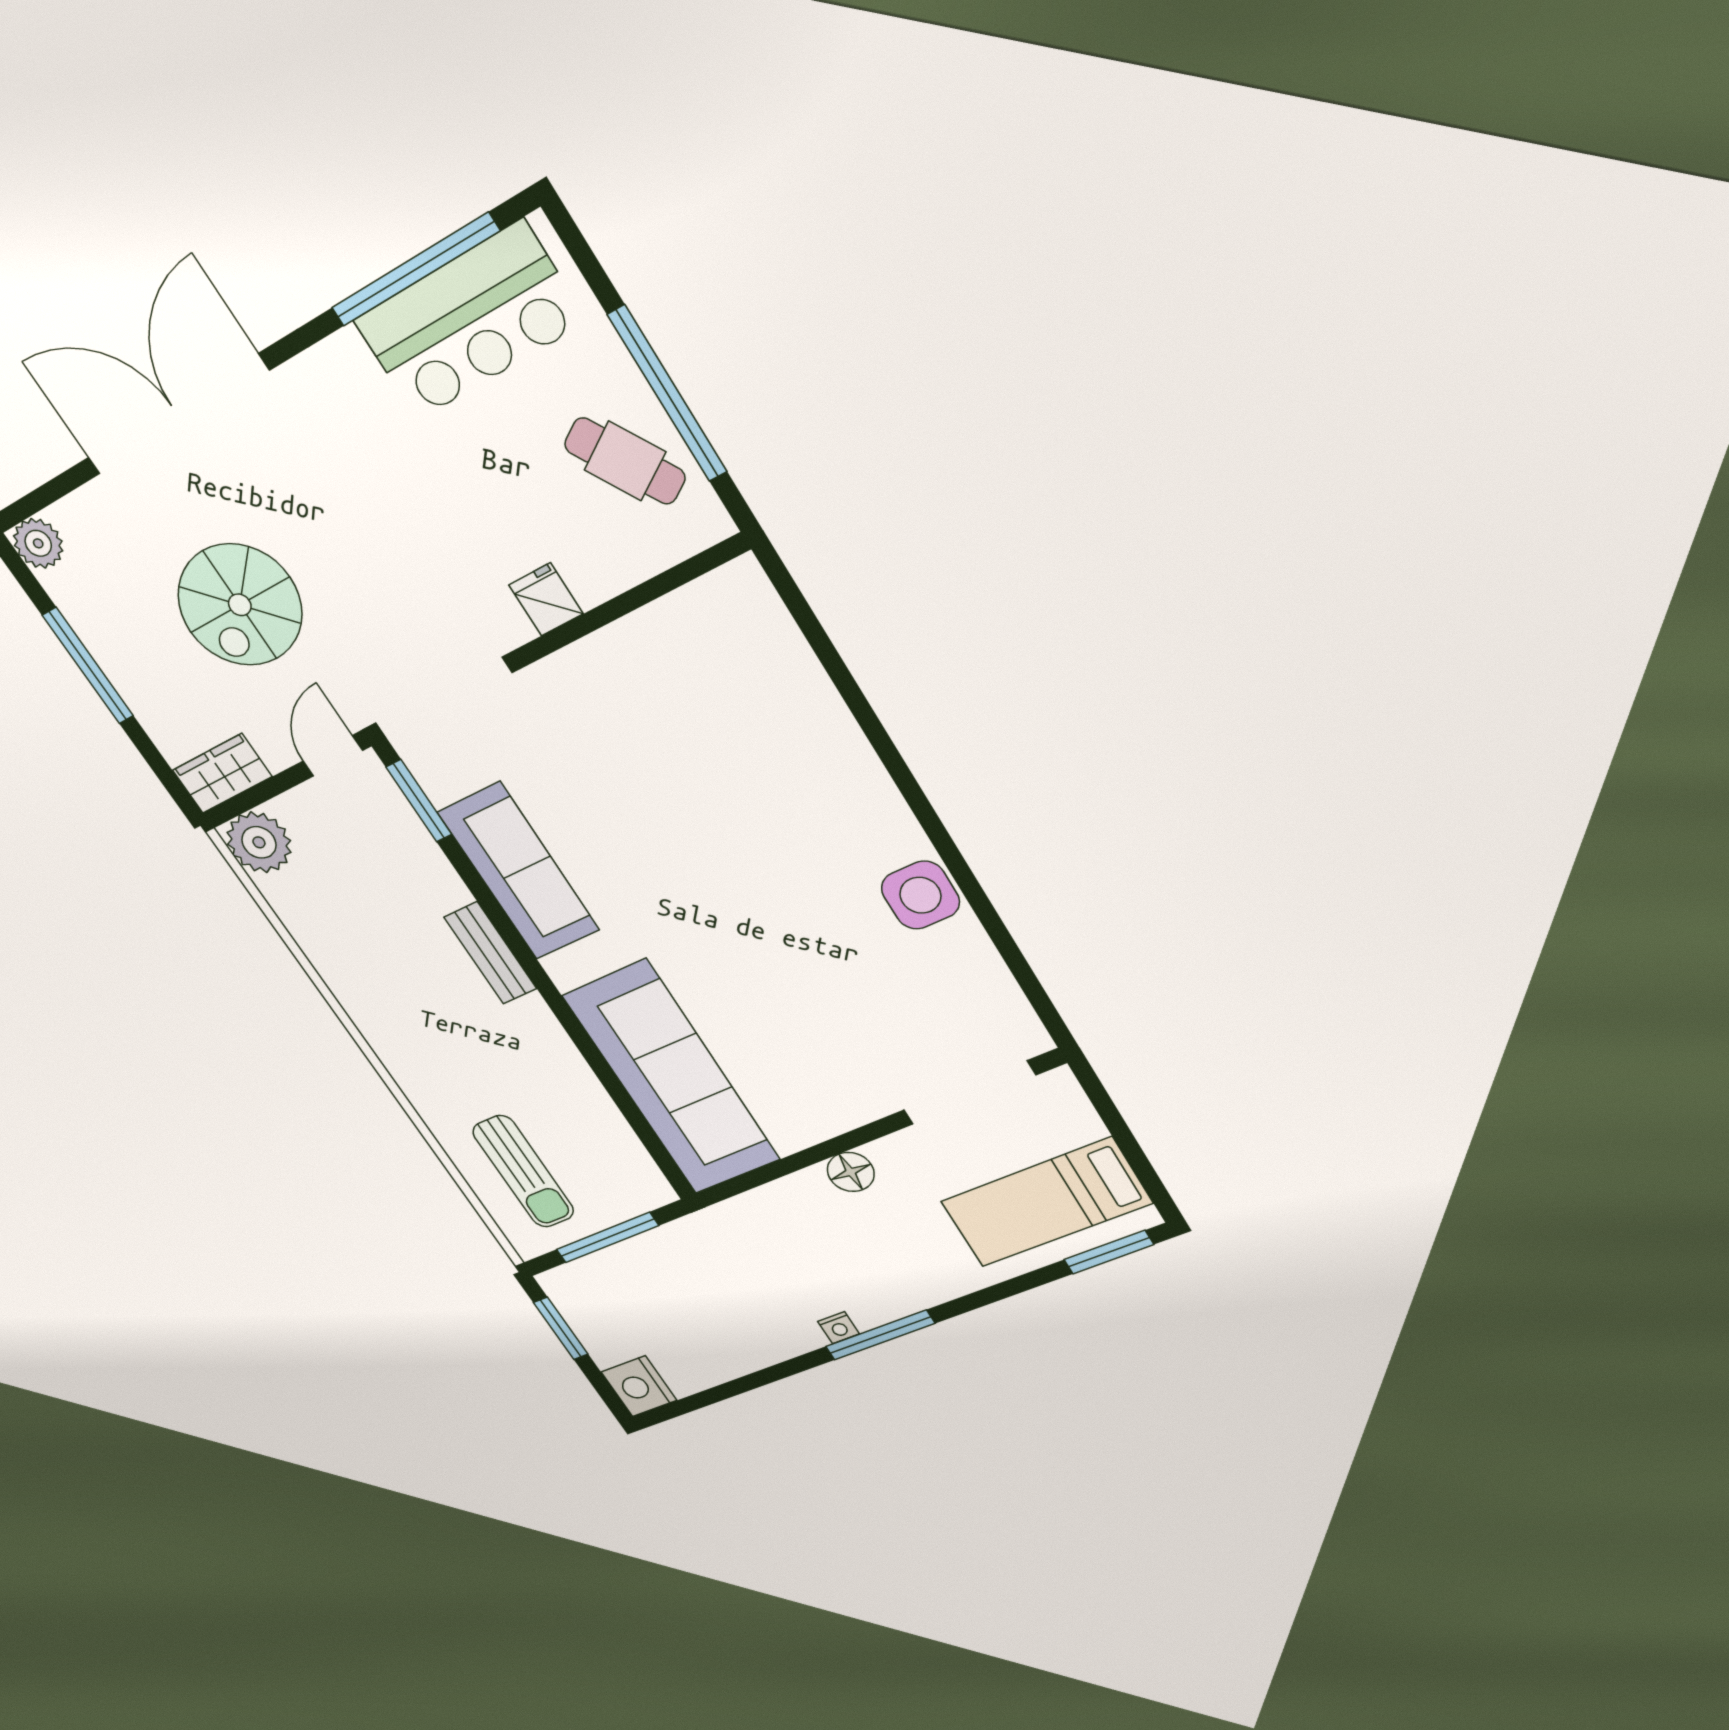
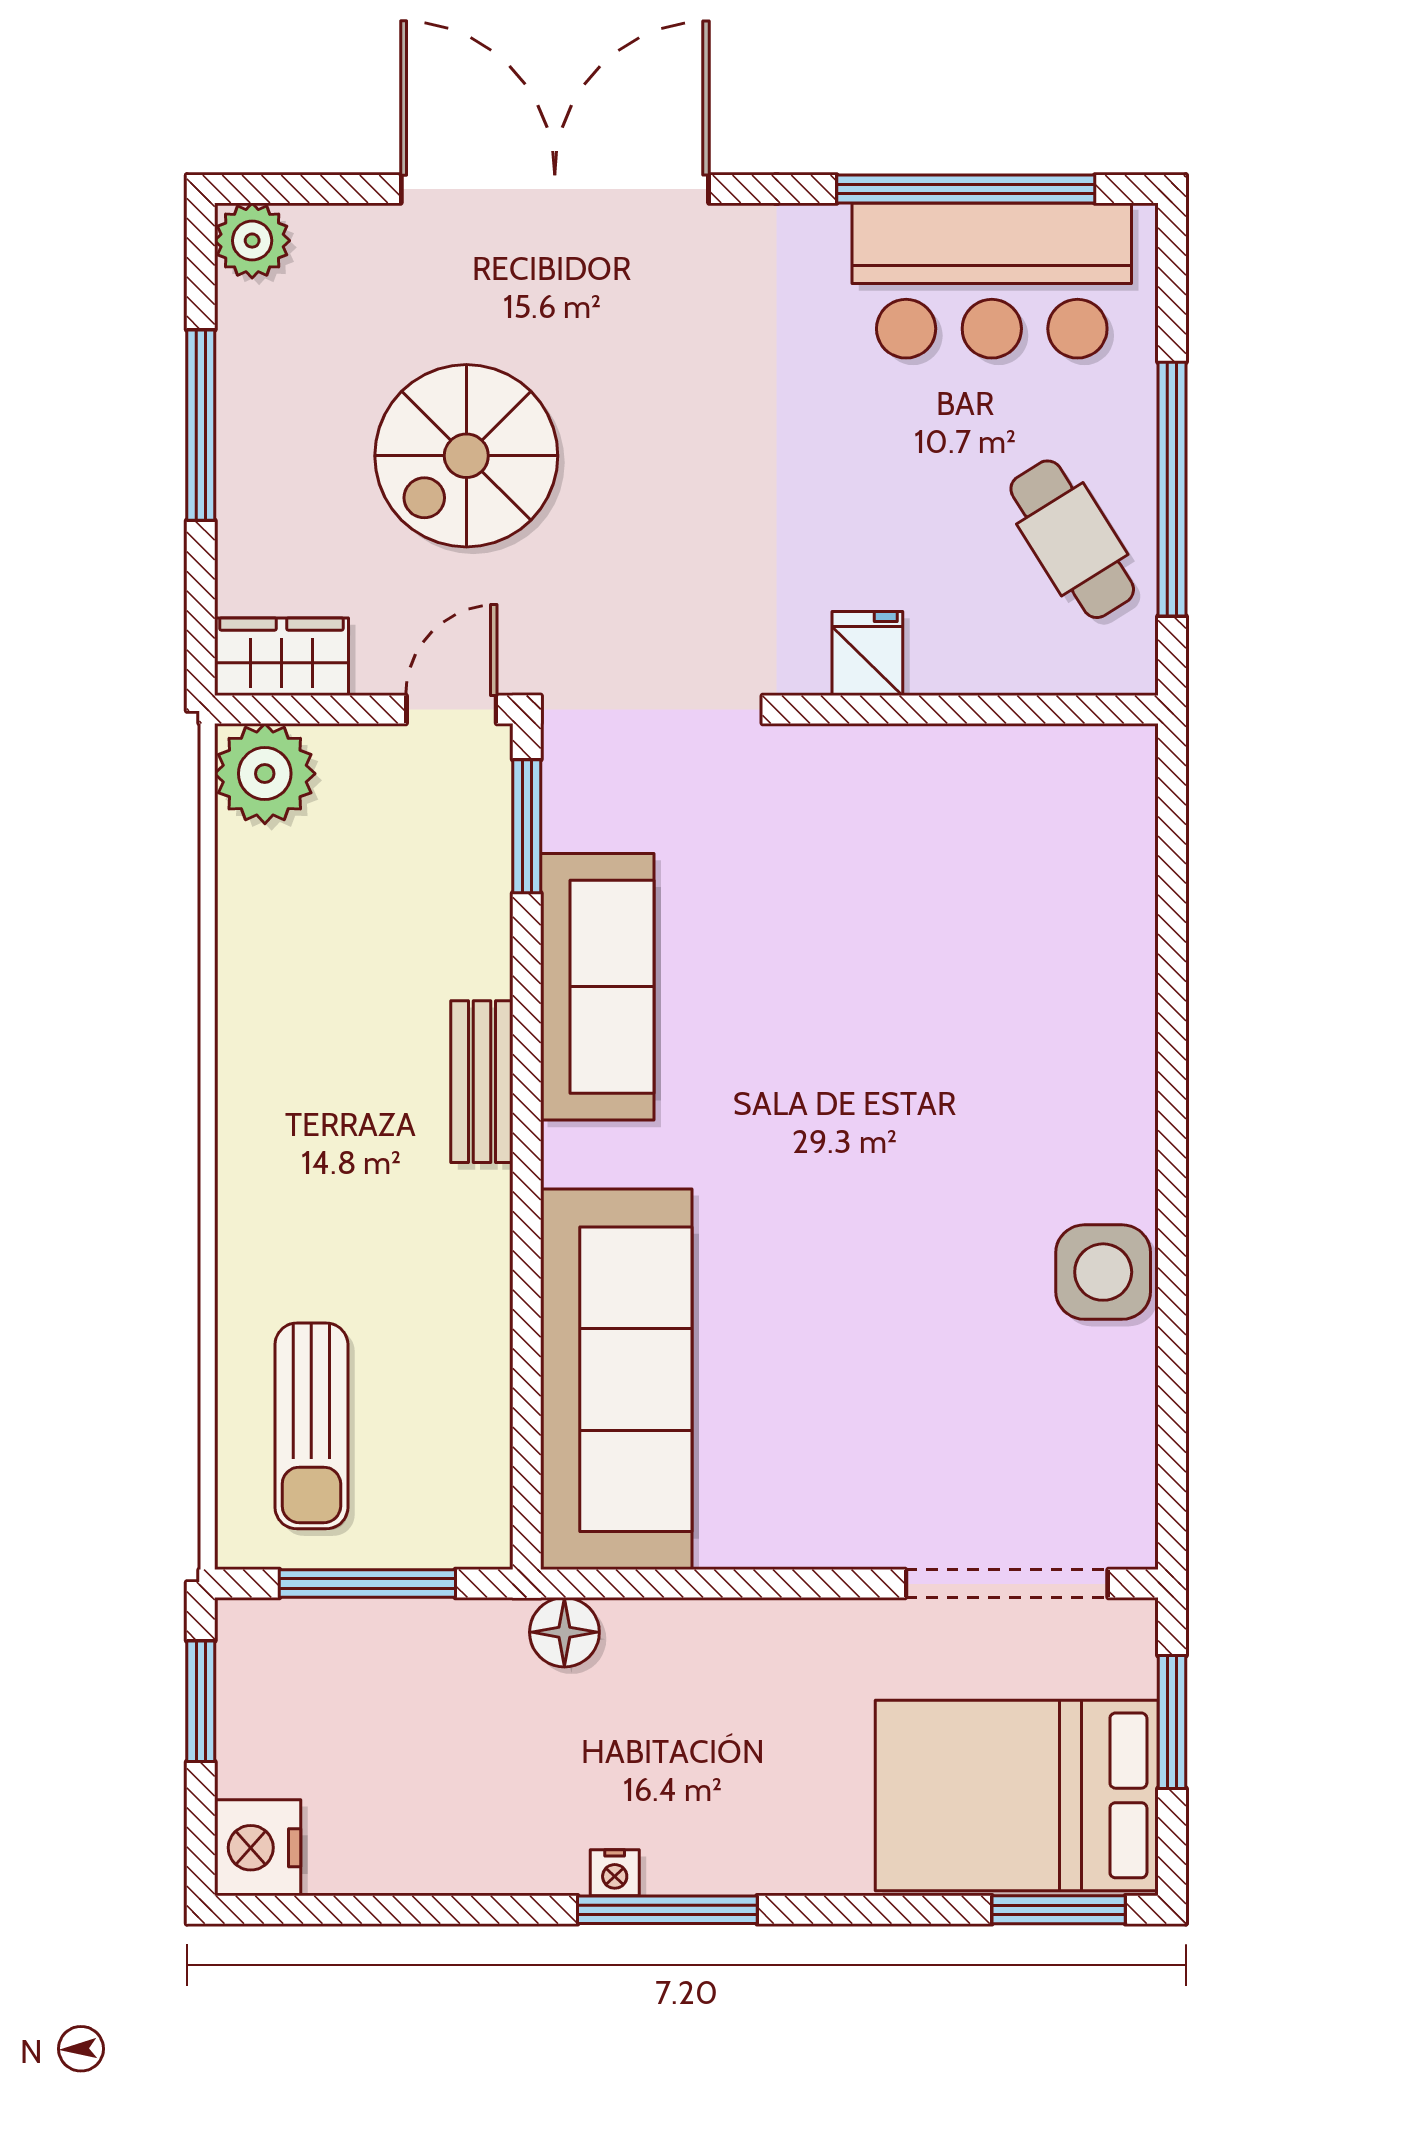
window: (1117, 1127) -> (1172, 1722), added
floor lamp: (851, 1172) -> (564, 1632), moved
bed: (1046, 1202) -> (1017, 1795), width x1.50

